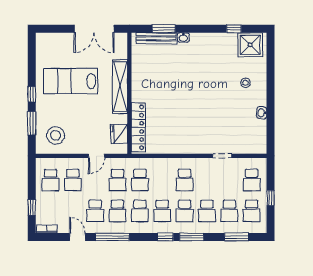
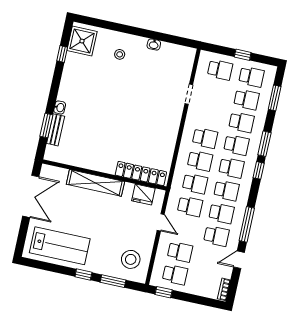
bench: (156, 38) -> (56, 130), width x0.73
lab bench: (71, 81) -> (60, 246), moved, turned -90
school desk: (162, 180) -> (200, 161), added
window: (32, 207) -> (164, 292), moved

